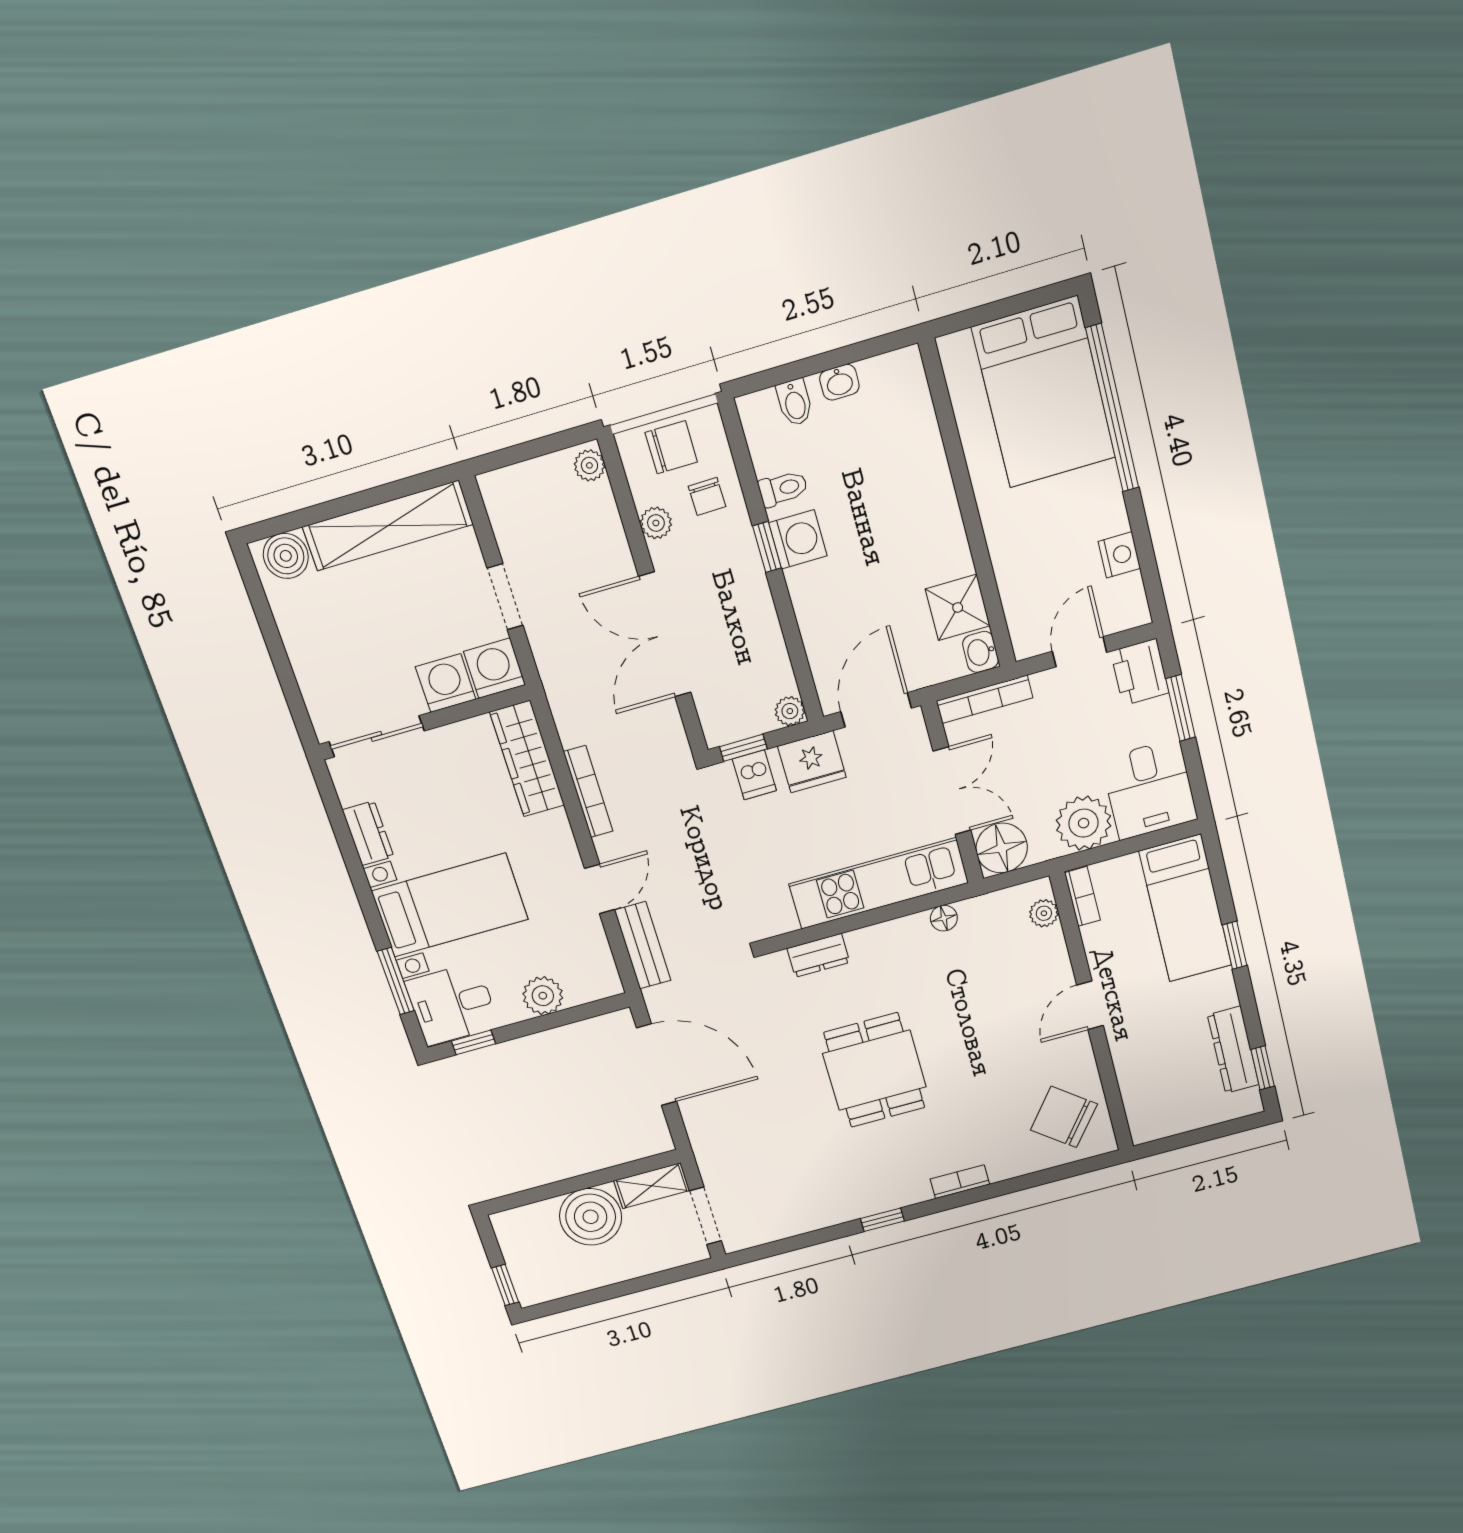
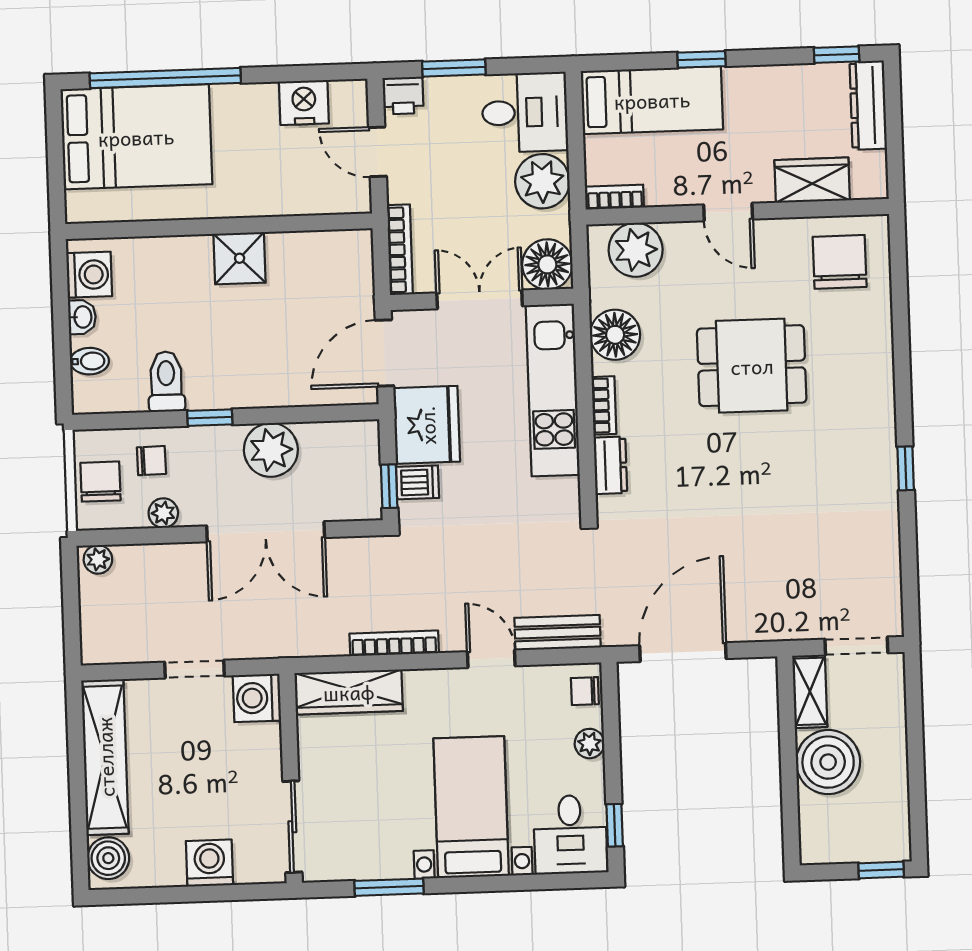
toilet: (783, 489) -> (166, 382), width x1.37, depth x1.39
washing machine: (798, 539) -> (89, 275), moved, turned 90
nightstand: (1119, 555) -> (304, 102), width x1.36, depth x1.33
shower: (958, 607) -> (240, 258), moved
washbasin: (981, 652) -> (354, 244), removed
printer: (1140, 672) -> (403, 96), width x0.73, depth x0.81
washing machine: (446, 683) -> (209, 863), moved, turned 90
door: (876, 710) -> (384, 353), hinge flipped
plant: (790, 711) -> (271, 450), moved, width x1.88, depth x1.88
fridge: (812, 762) -> (427, 425), width x1.36, depth x1.34
dresser: (368, 833) -> (382, 863), removed
plant: (1044, 913) -> (636, 250), width x1.88, depth x1.88
floor lamp: (944, 918) -> (615, 335), width x1.89, depth x1.89
window: (396, 981) -> (389, 887), moved
chair: (594, 984) -> (585, 691), added
plant: (543, 996) -> (589, 744), width x0.73, depth x0.73
dresser: (1233, 1050) -> (868, 105), moved, turned 90
dining table: (874, 1070) -> (752, 366), moved
wardrobe: (1137, 1074) -> (812, 180), added
chair: (1064, 1117) -> (840, 262), turned 142
bookcase: (960, 1182) -> (604, 405), moved, turned 180

